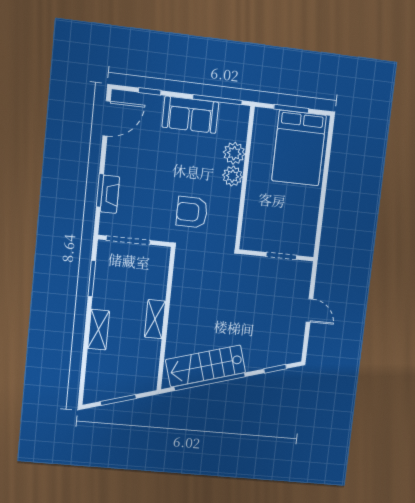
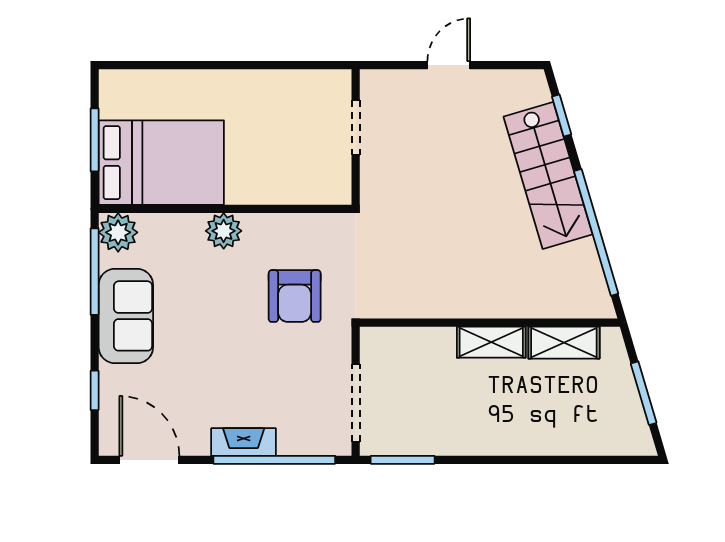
bed: (299, 148) -> (161, 163), moved
plant: (234, 153) -> (118, 232), moved
window: (100, 191) -> (274, 460), width x2.11
fireplace: (110, 194) -> (244, 442), moved
window: (92, 279) -> (403, 460), moved
shelving: (99, 330) -> (564, 343), moved
stairs: (206, 366) -> (548, 175), moved

